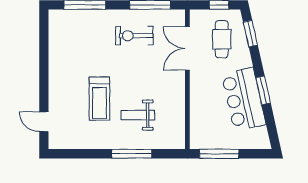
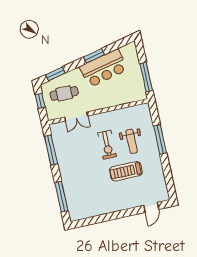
exercise bike: (134, 36) -> (107, 145), moved
double door: (187, 48) -> (76, 117), width x0.73
treadmill: (99, 99) -> (126, 171), turned 180

